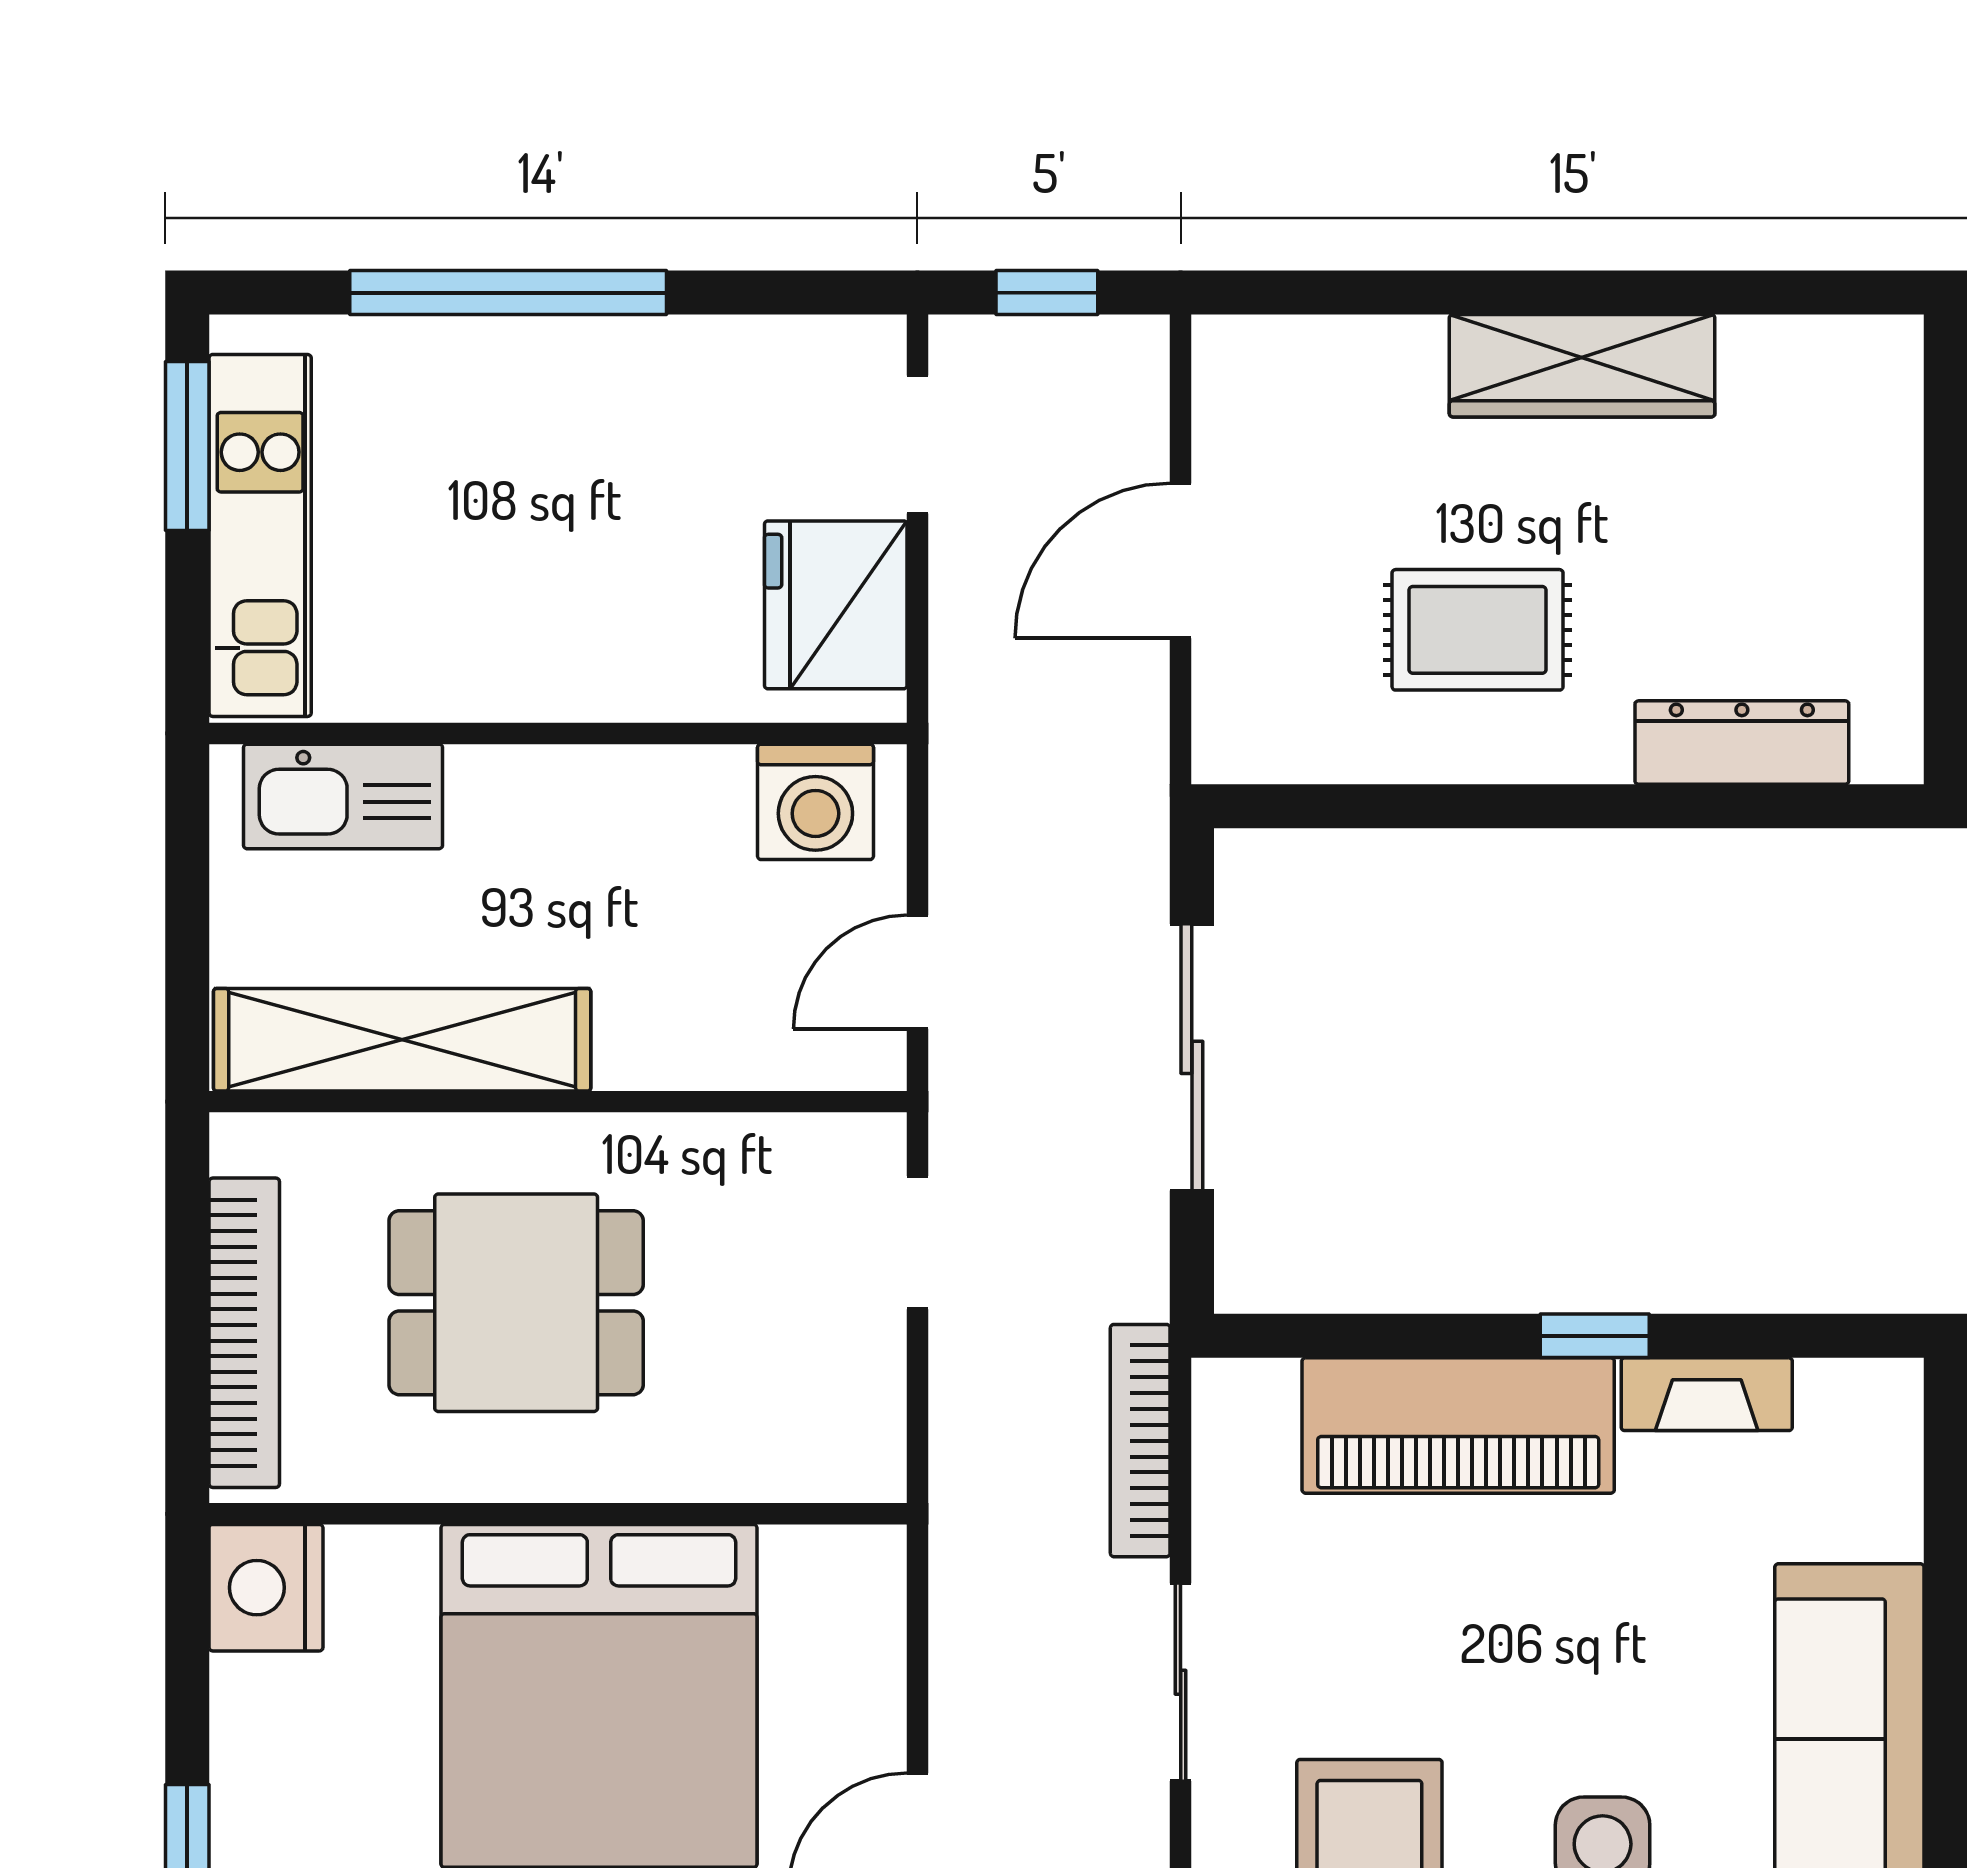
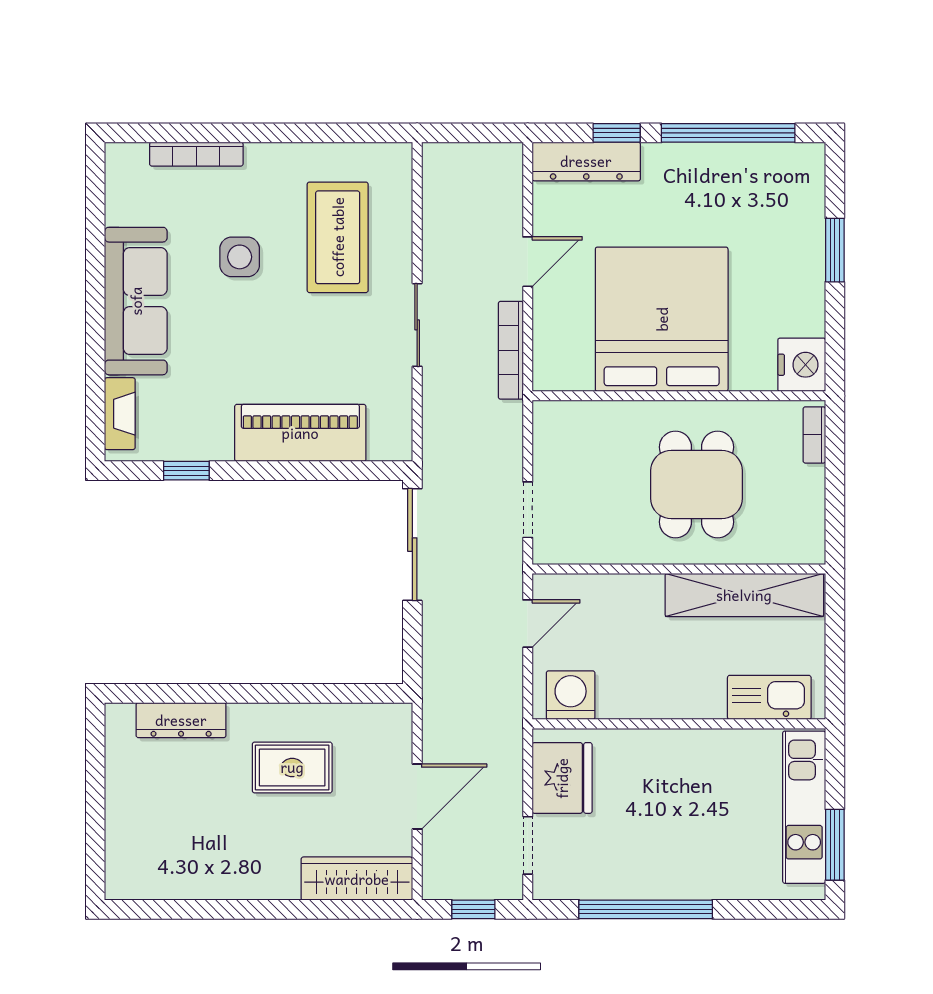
window: (508, 293) -> (646, 909), moved
wardrobe: (1582, 366) -> (357, 879), moved
sliding door: (1192, 1057) -> (412, 545), moved
dining table: (516, 1303) -> (696, 485), turned 90
bookcase: (244, 1333) -> (814, 435), width x0.43, depth x0.76
window: (1595, 1336) -> (186, 471), moved
fireplace: (1707, 1394) -> (120, 414), moved, turned 90
bookcase: (1140, 1441) -> (511, 350), moved, turned 180

